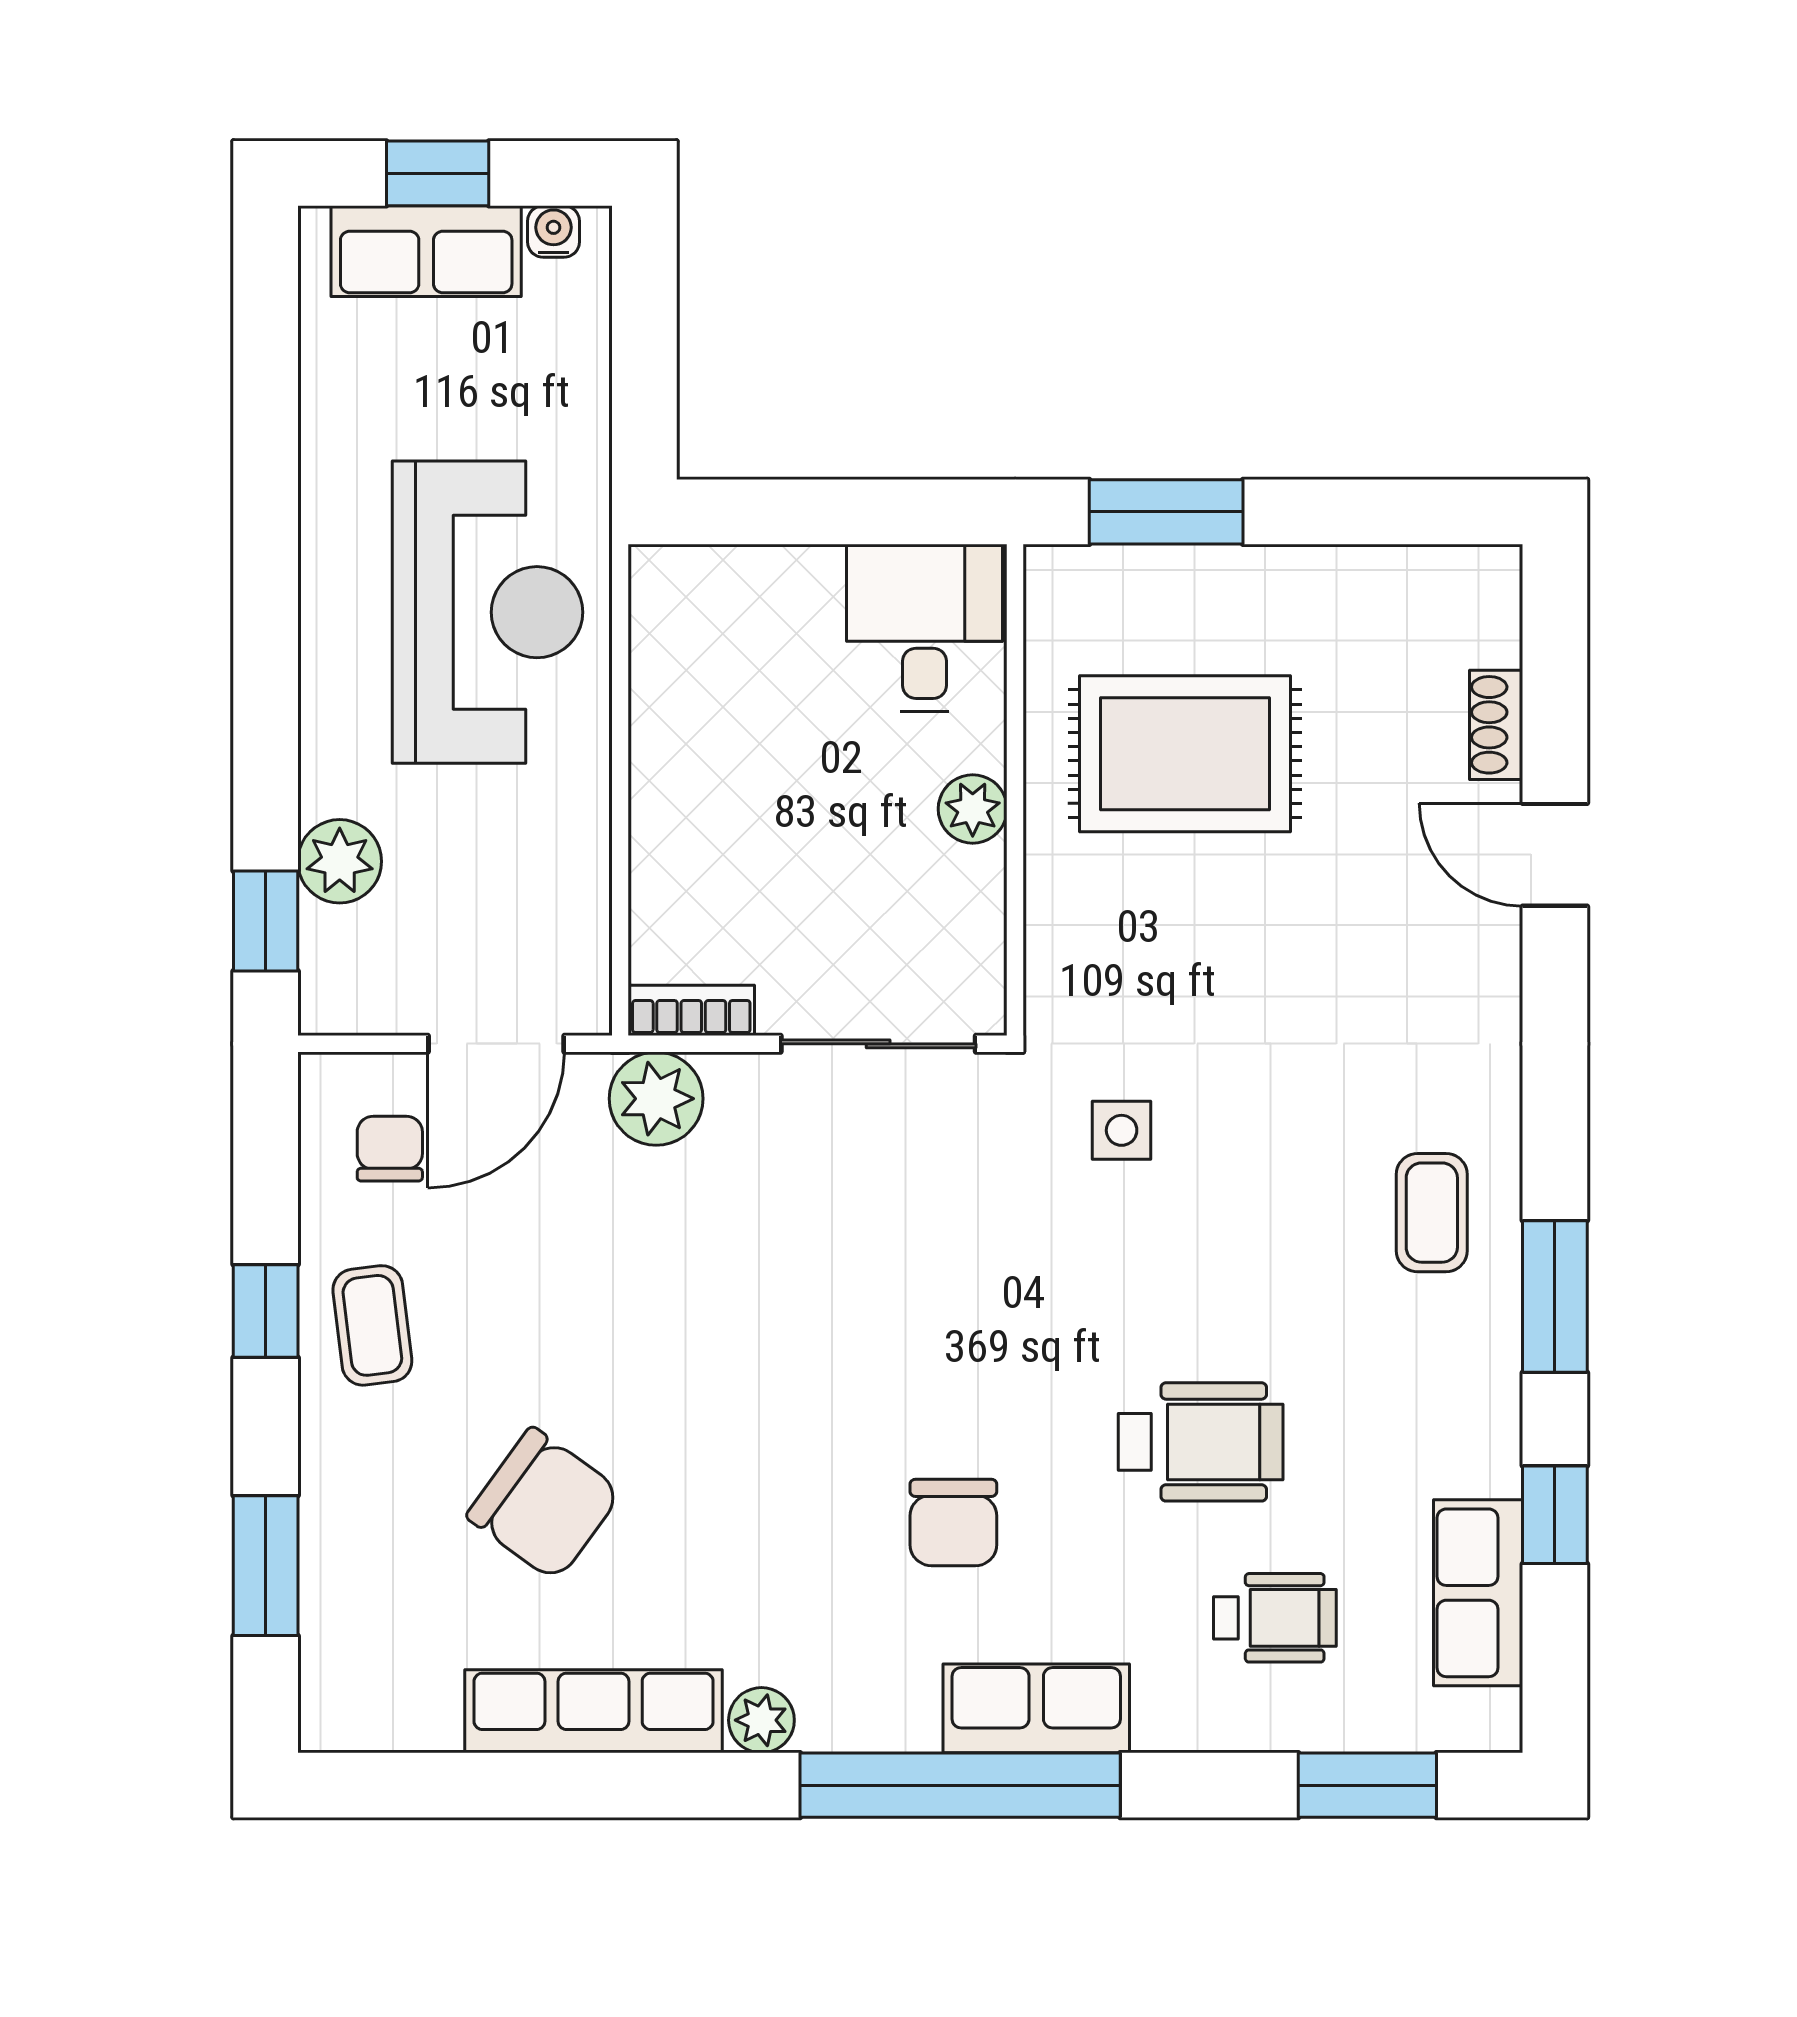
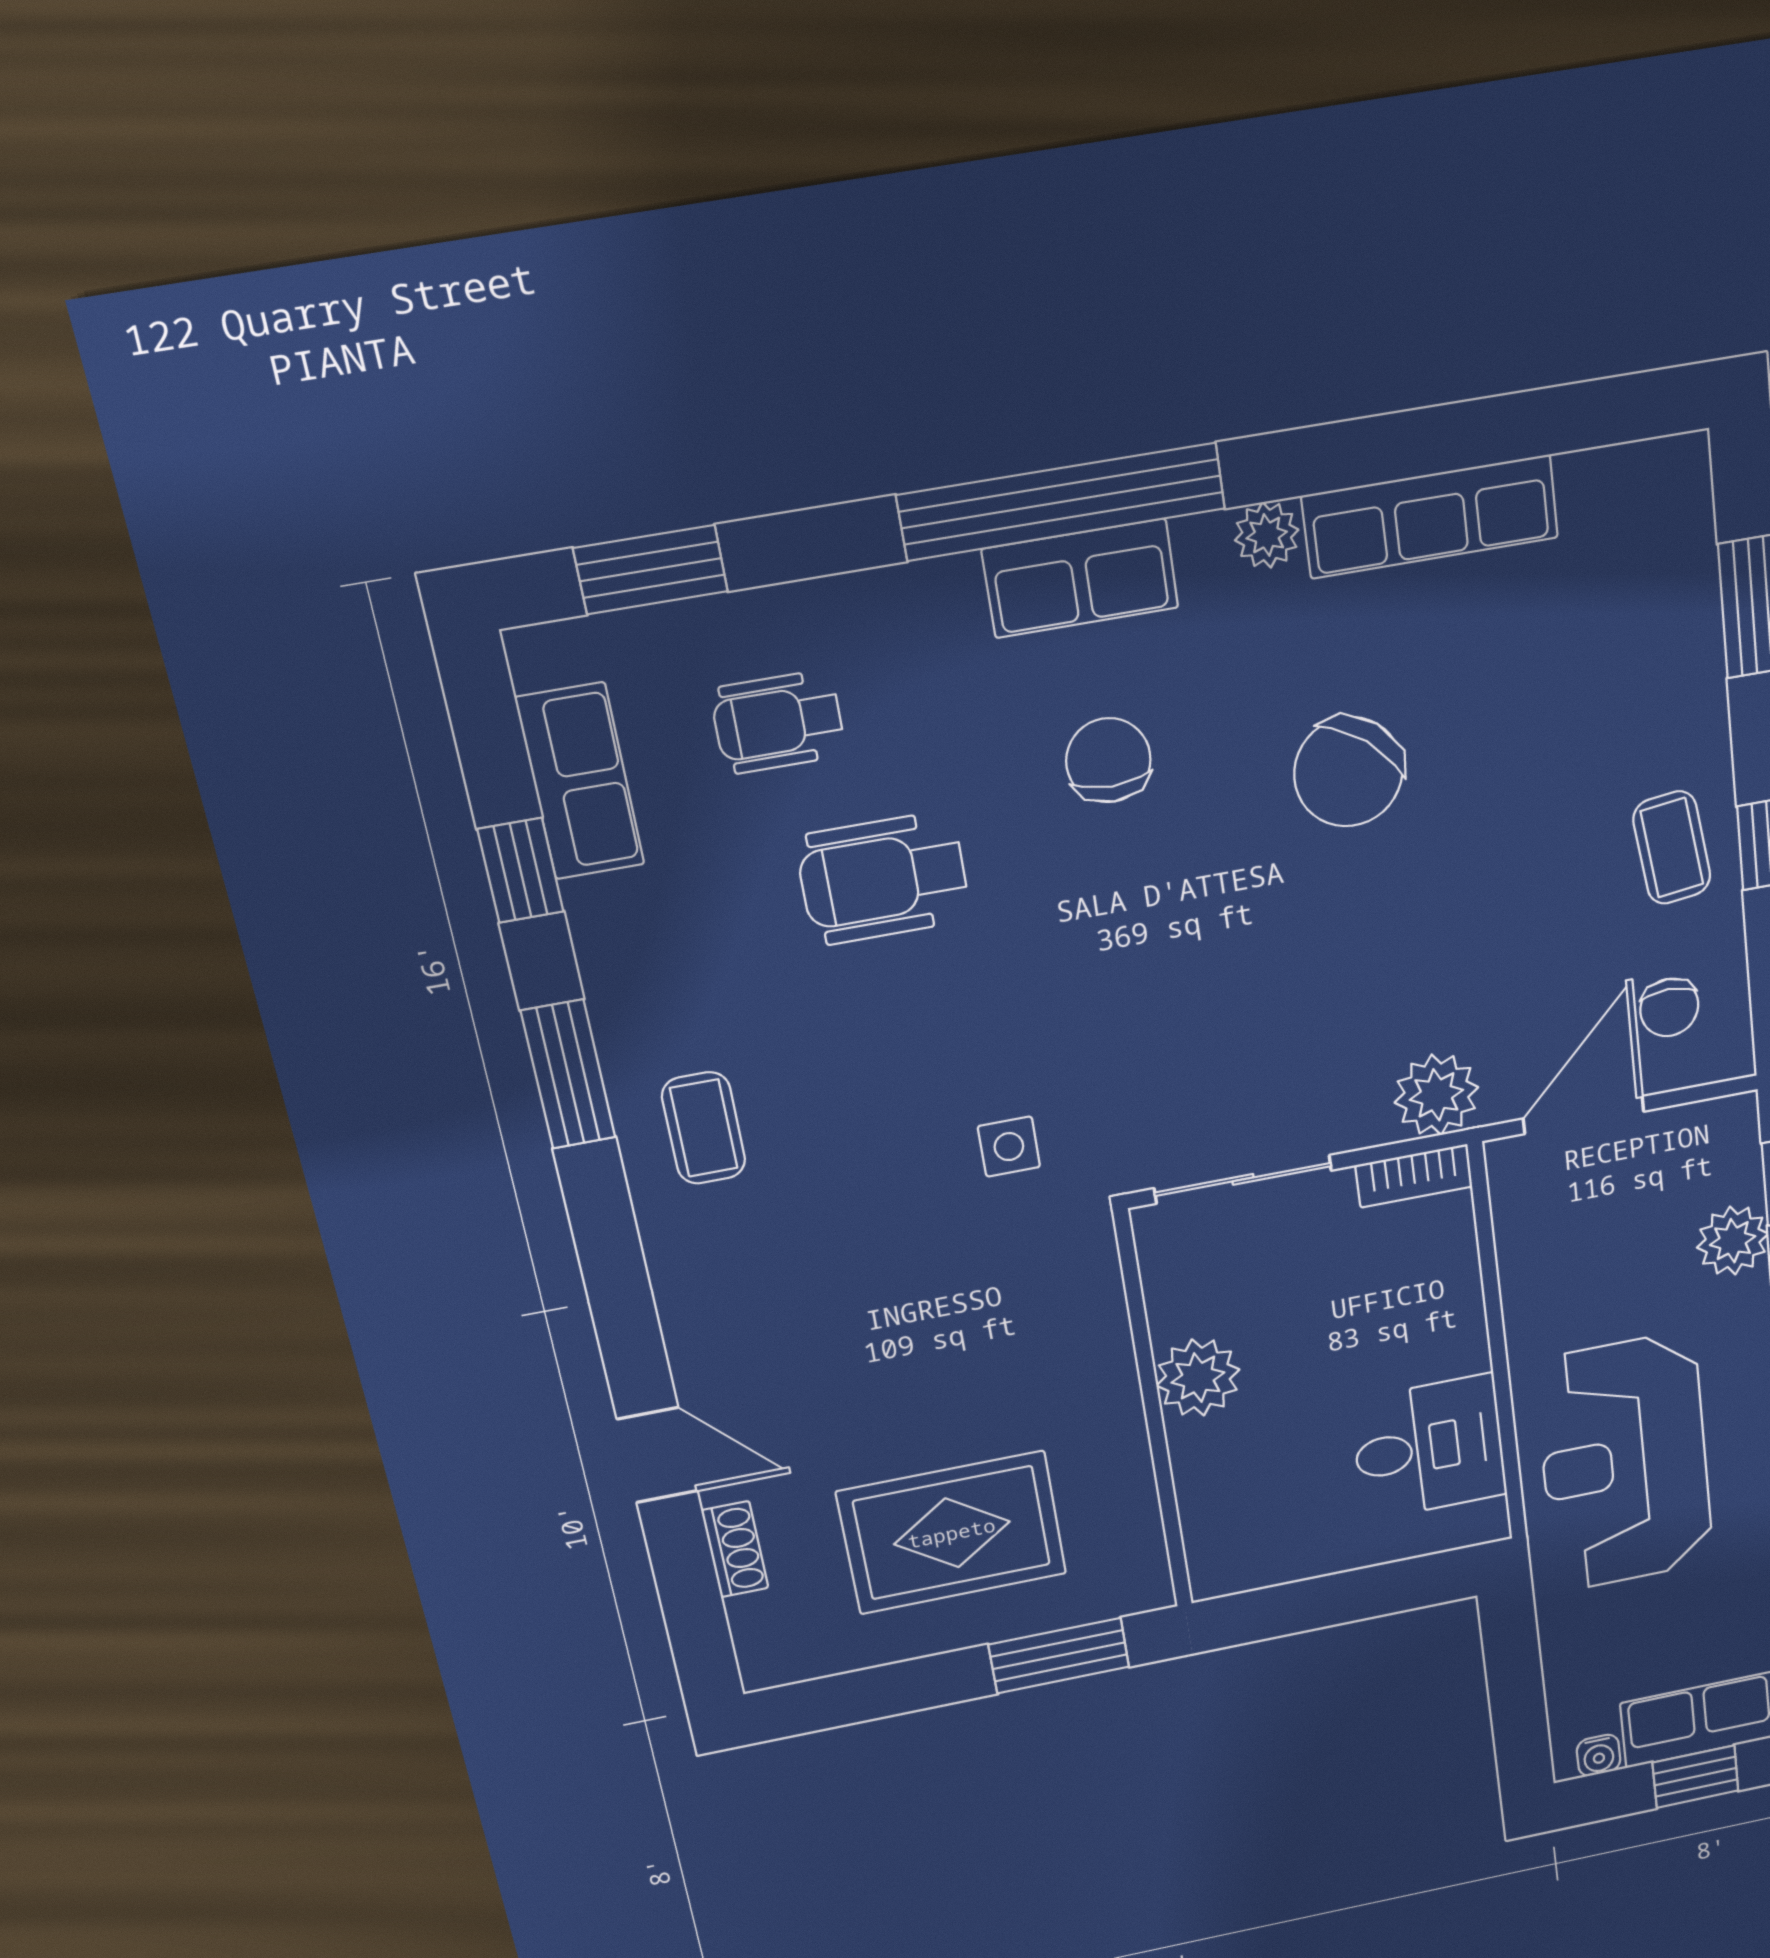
desk: (925, 628) -> (1429, 1448), moved, turned -90
rug: (1185, 754) -> (952, 1533), moved
plant: (973, 809) -> (1198, 1378), width x1.38, depth x1.38
chair: (544, 1504) -> (1349, 772), moved, turned -87
row of seats: (1036, 1708) -> (1080, 578), moved

